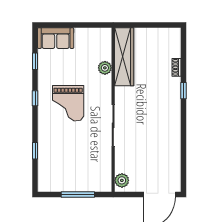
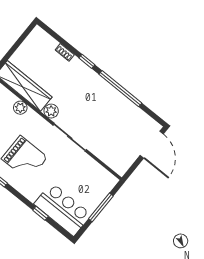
window: (183, 134) -> (120, 89), added
bar counter: (52, 166) -> (63, 209), added
plant: (122, 180) -> (51, 111), moved

